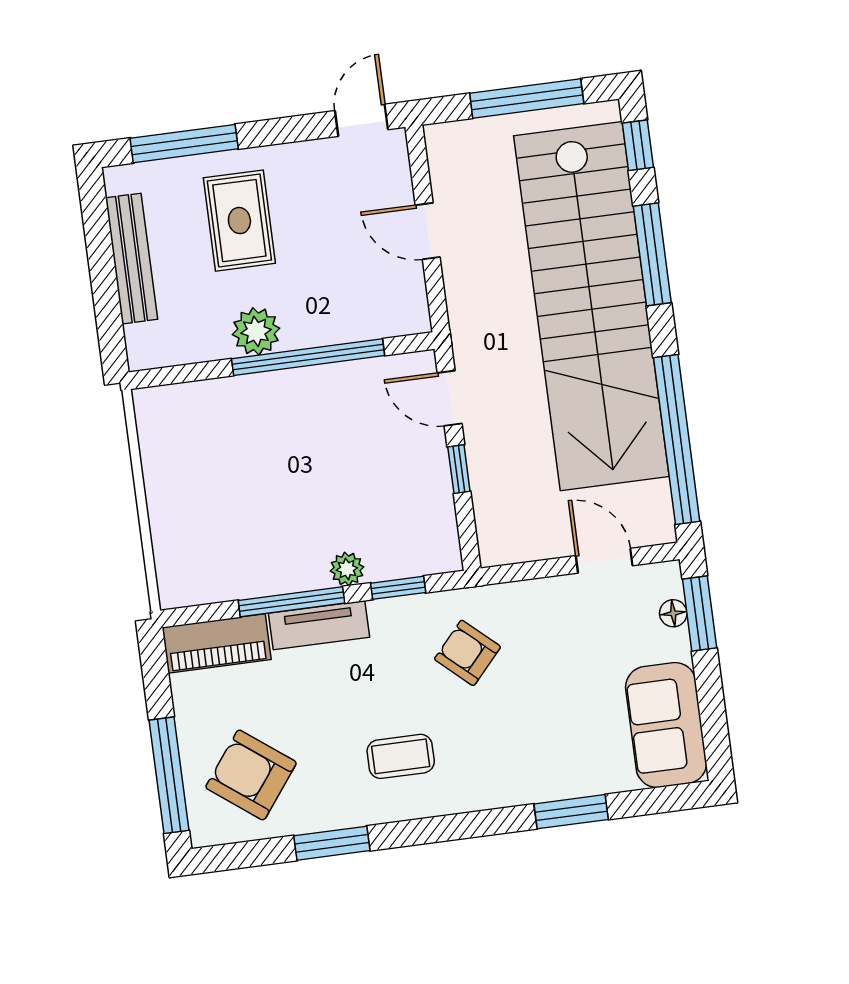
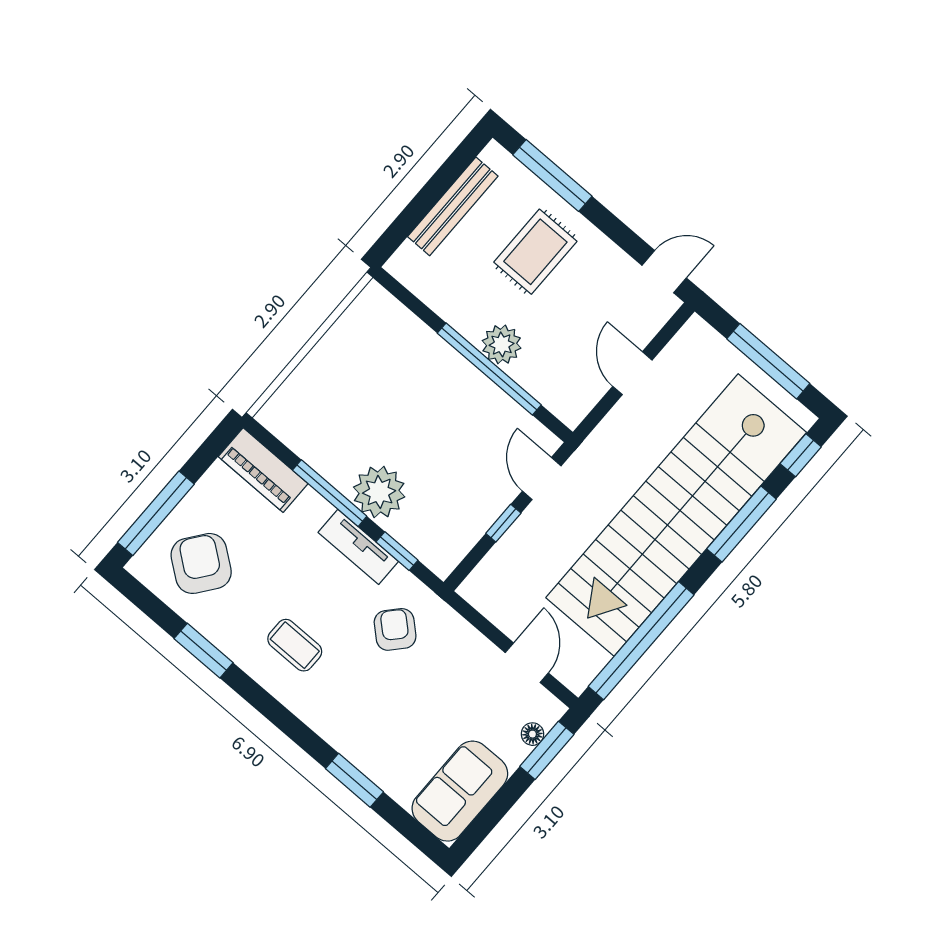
plant: (256, 331) -> (502, 344), moved
plant: (347, 569) -> (379, 492), width x1.88, depth x1.88
tv unit: (319, 625) -> (358, 547), moved

